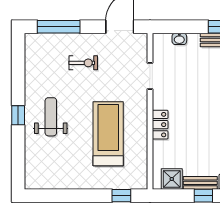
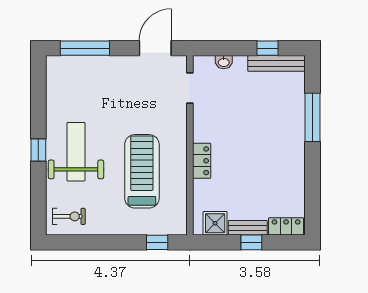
exercise bike: (83, 63) -> (69, 216), moved
doorway: (150, 76) -> (190, 88), moved
weight bench: (51, 117) -> (76, 152), width x1.36, depth x1.33

